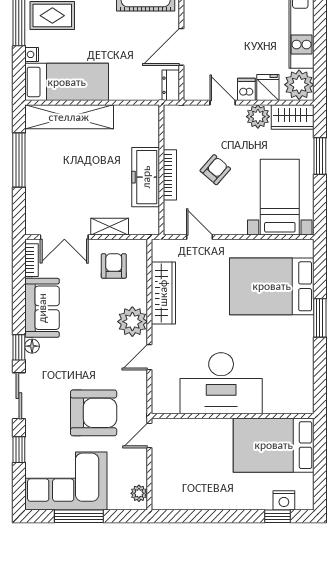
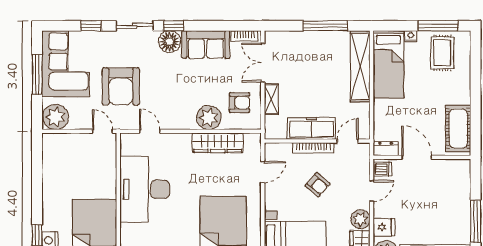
dishwasher: (246, 89) -> (382, 169), moved
door: (161, 132) -> (348, 141), added
plant: (132, 322) -> (209, 118), moved
floor lamp: (32, 346) -> (170, 42), width x1.89, depth x1.89
door: (149, 357) -> (150, 131), moved
plant: (139, 493) -> (56, 117), width x1.88, depth x1.88

